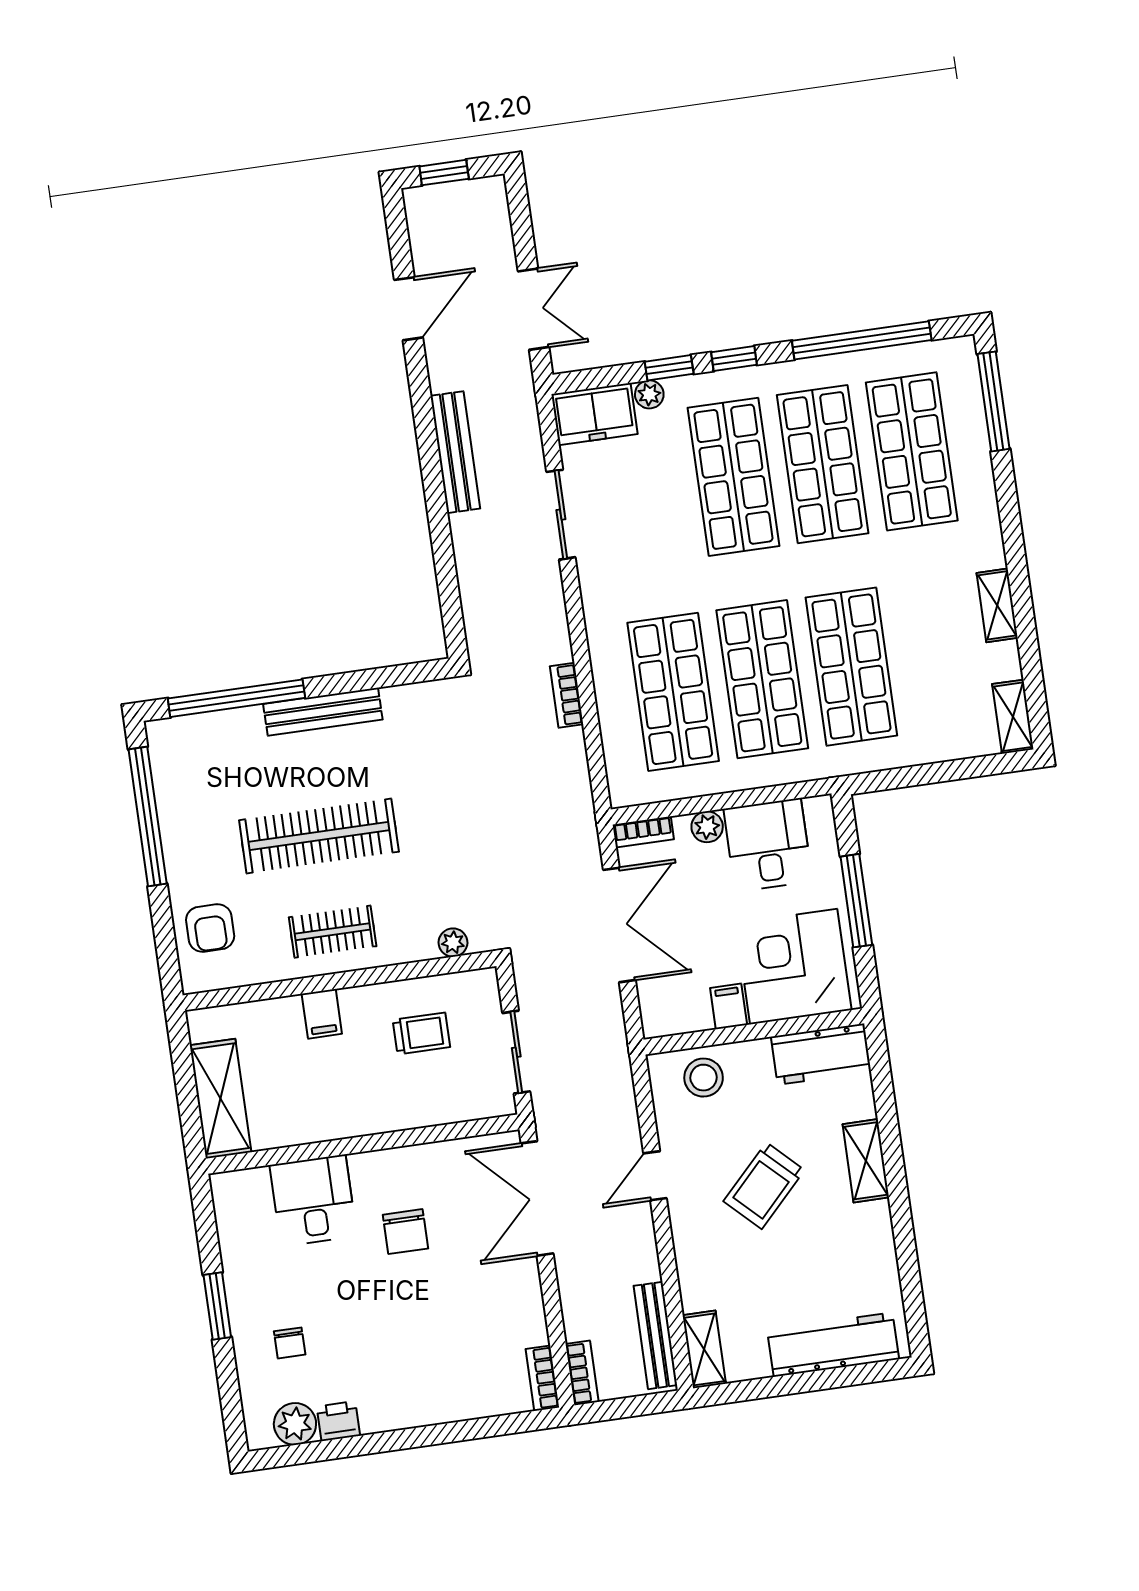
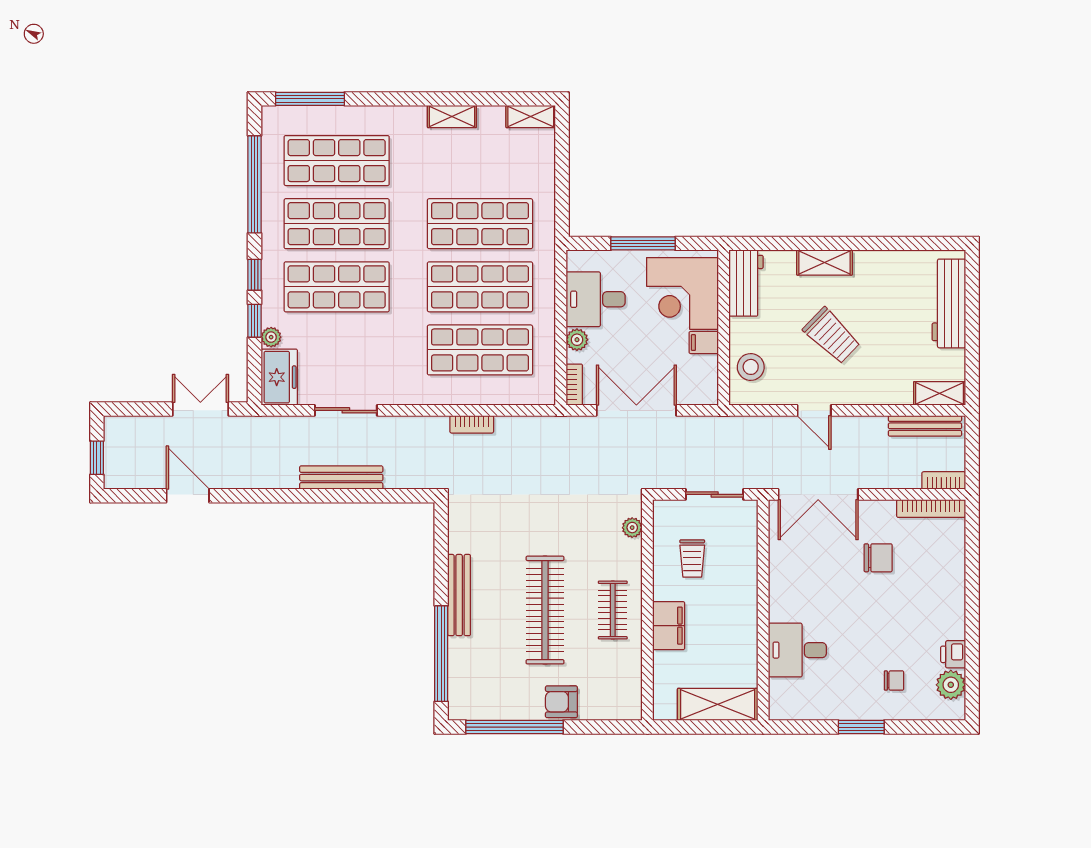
bench: (455, 452) -> (341, 478), moved
armchair: (210, 928) -> (561, 702), moved, turned 180
filing cabinet: (322, 1014) -> (669, 626), width x2.00
trolley: (421, 1033) -> (692, 558), turned 180
chair: (405, 1232) -> (878, 558), moved
bookcase: (542, 1378) -> (931, 509), width x1.56

